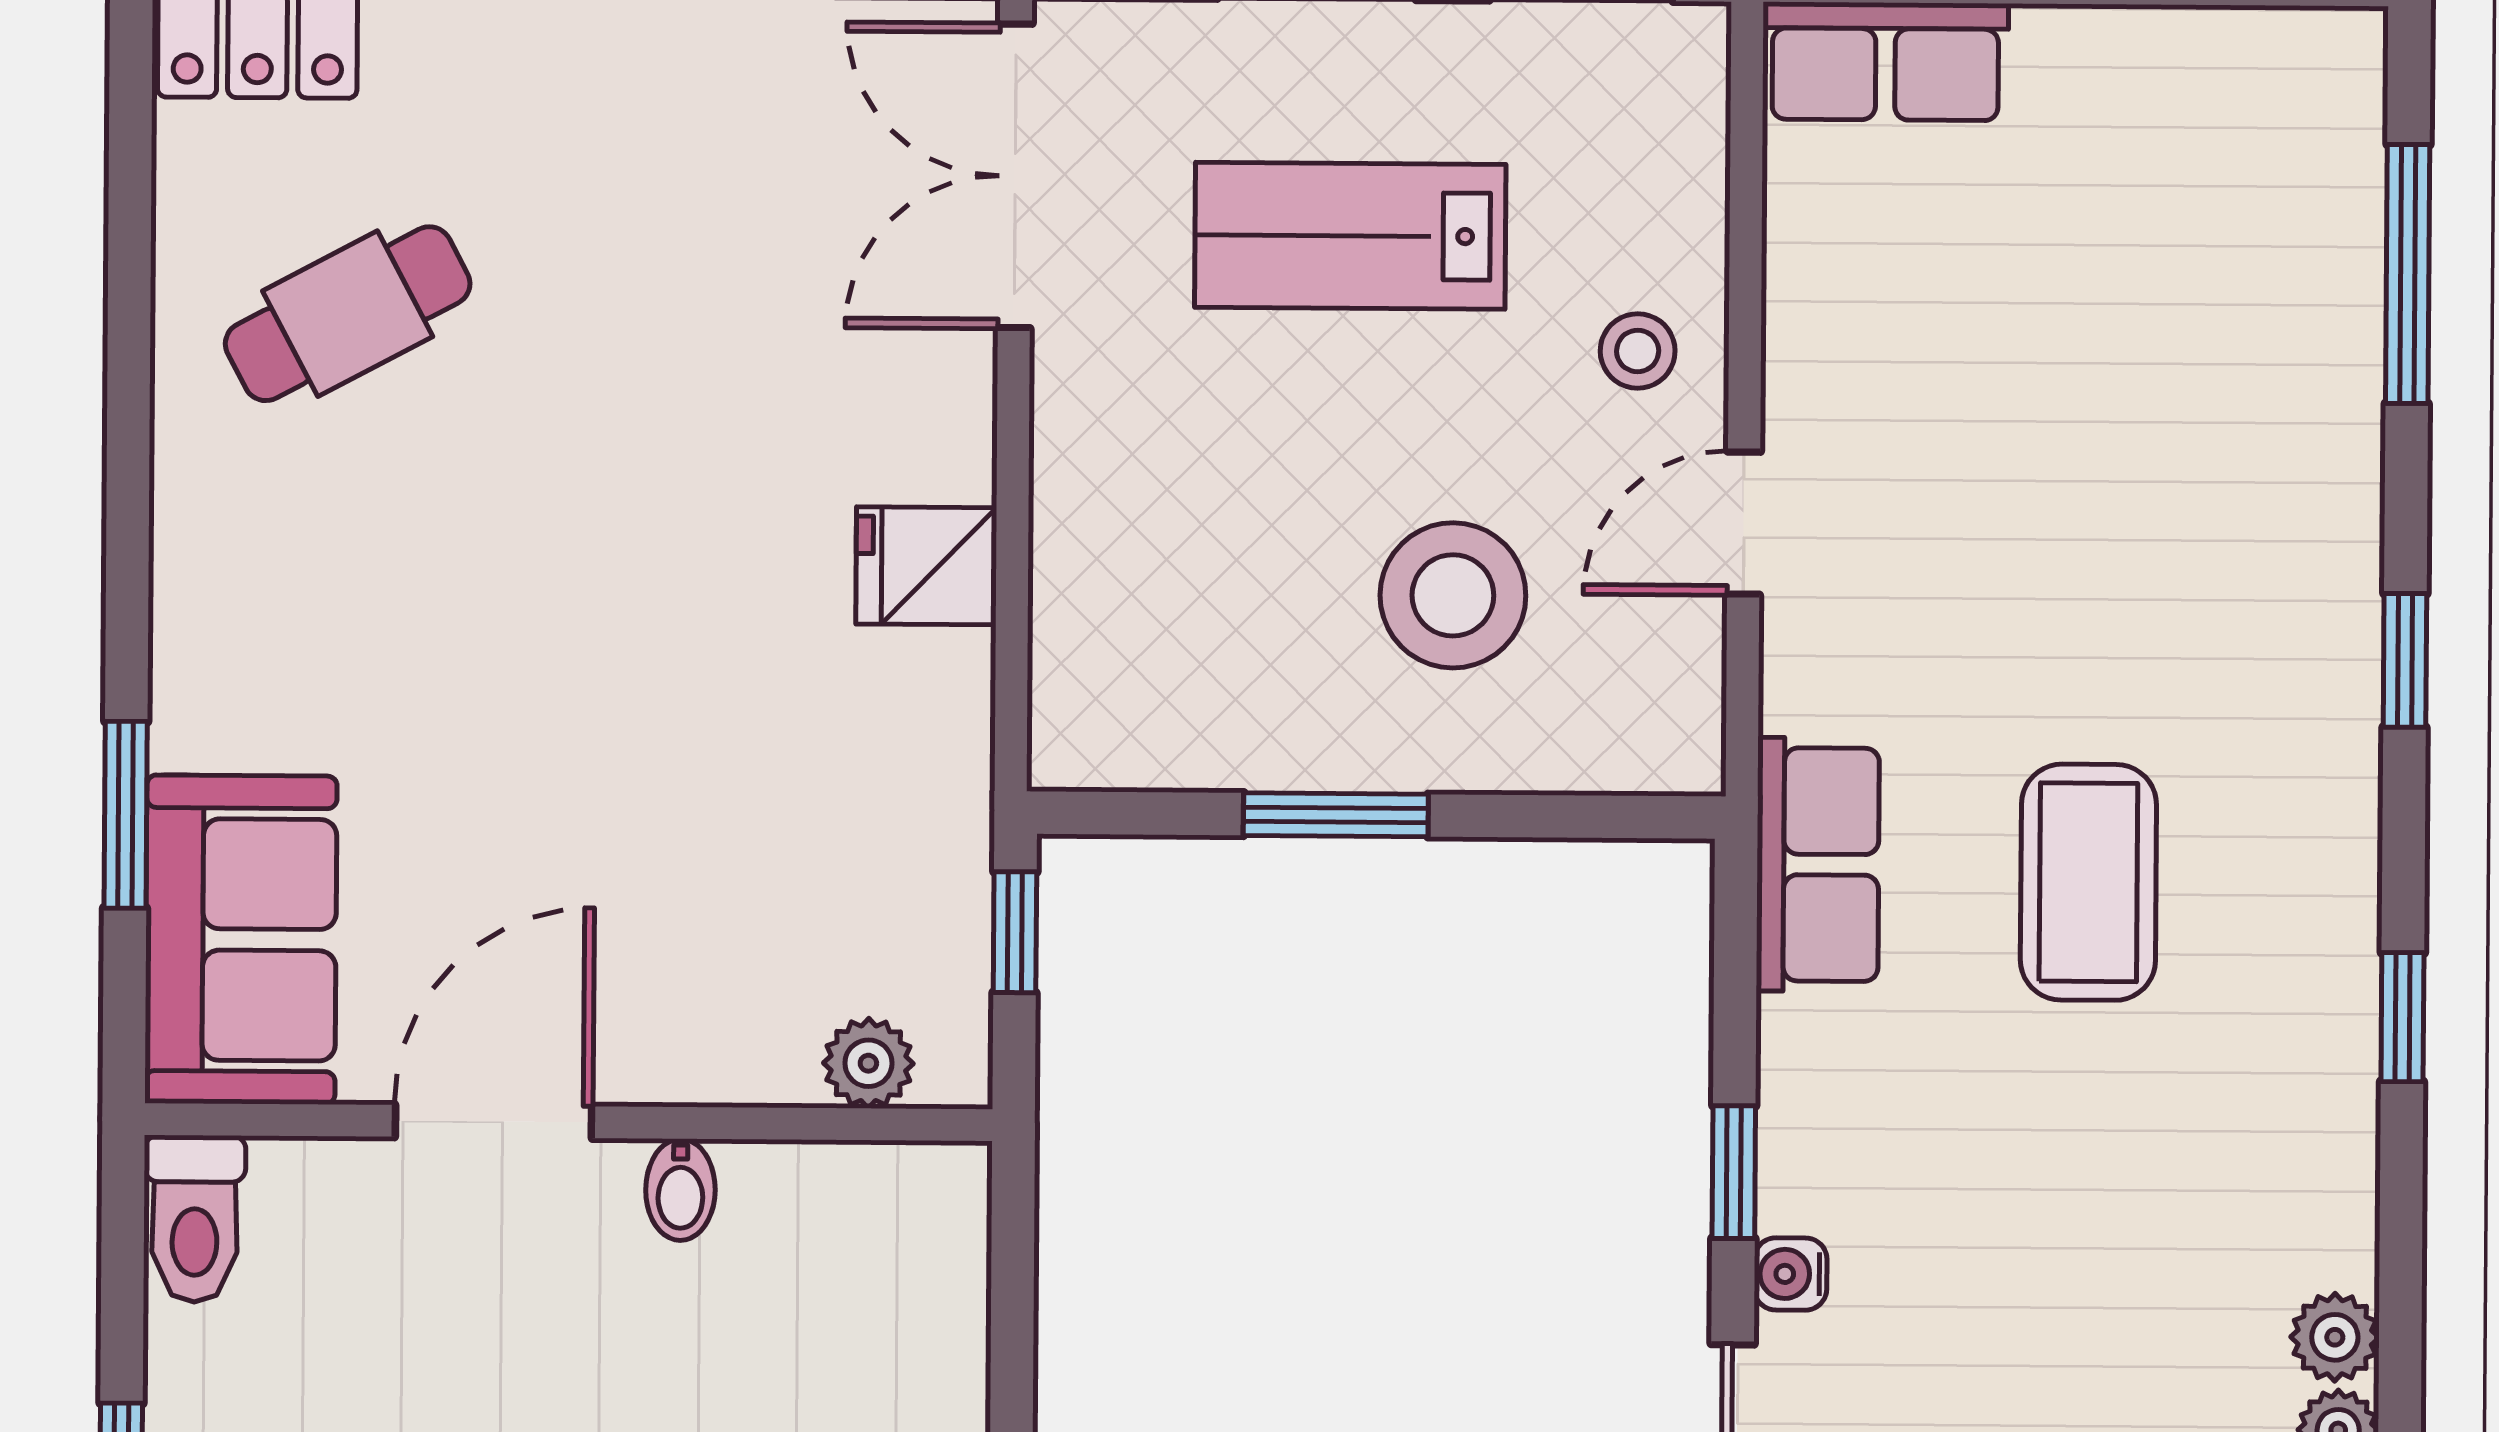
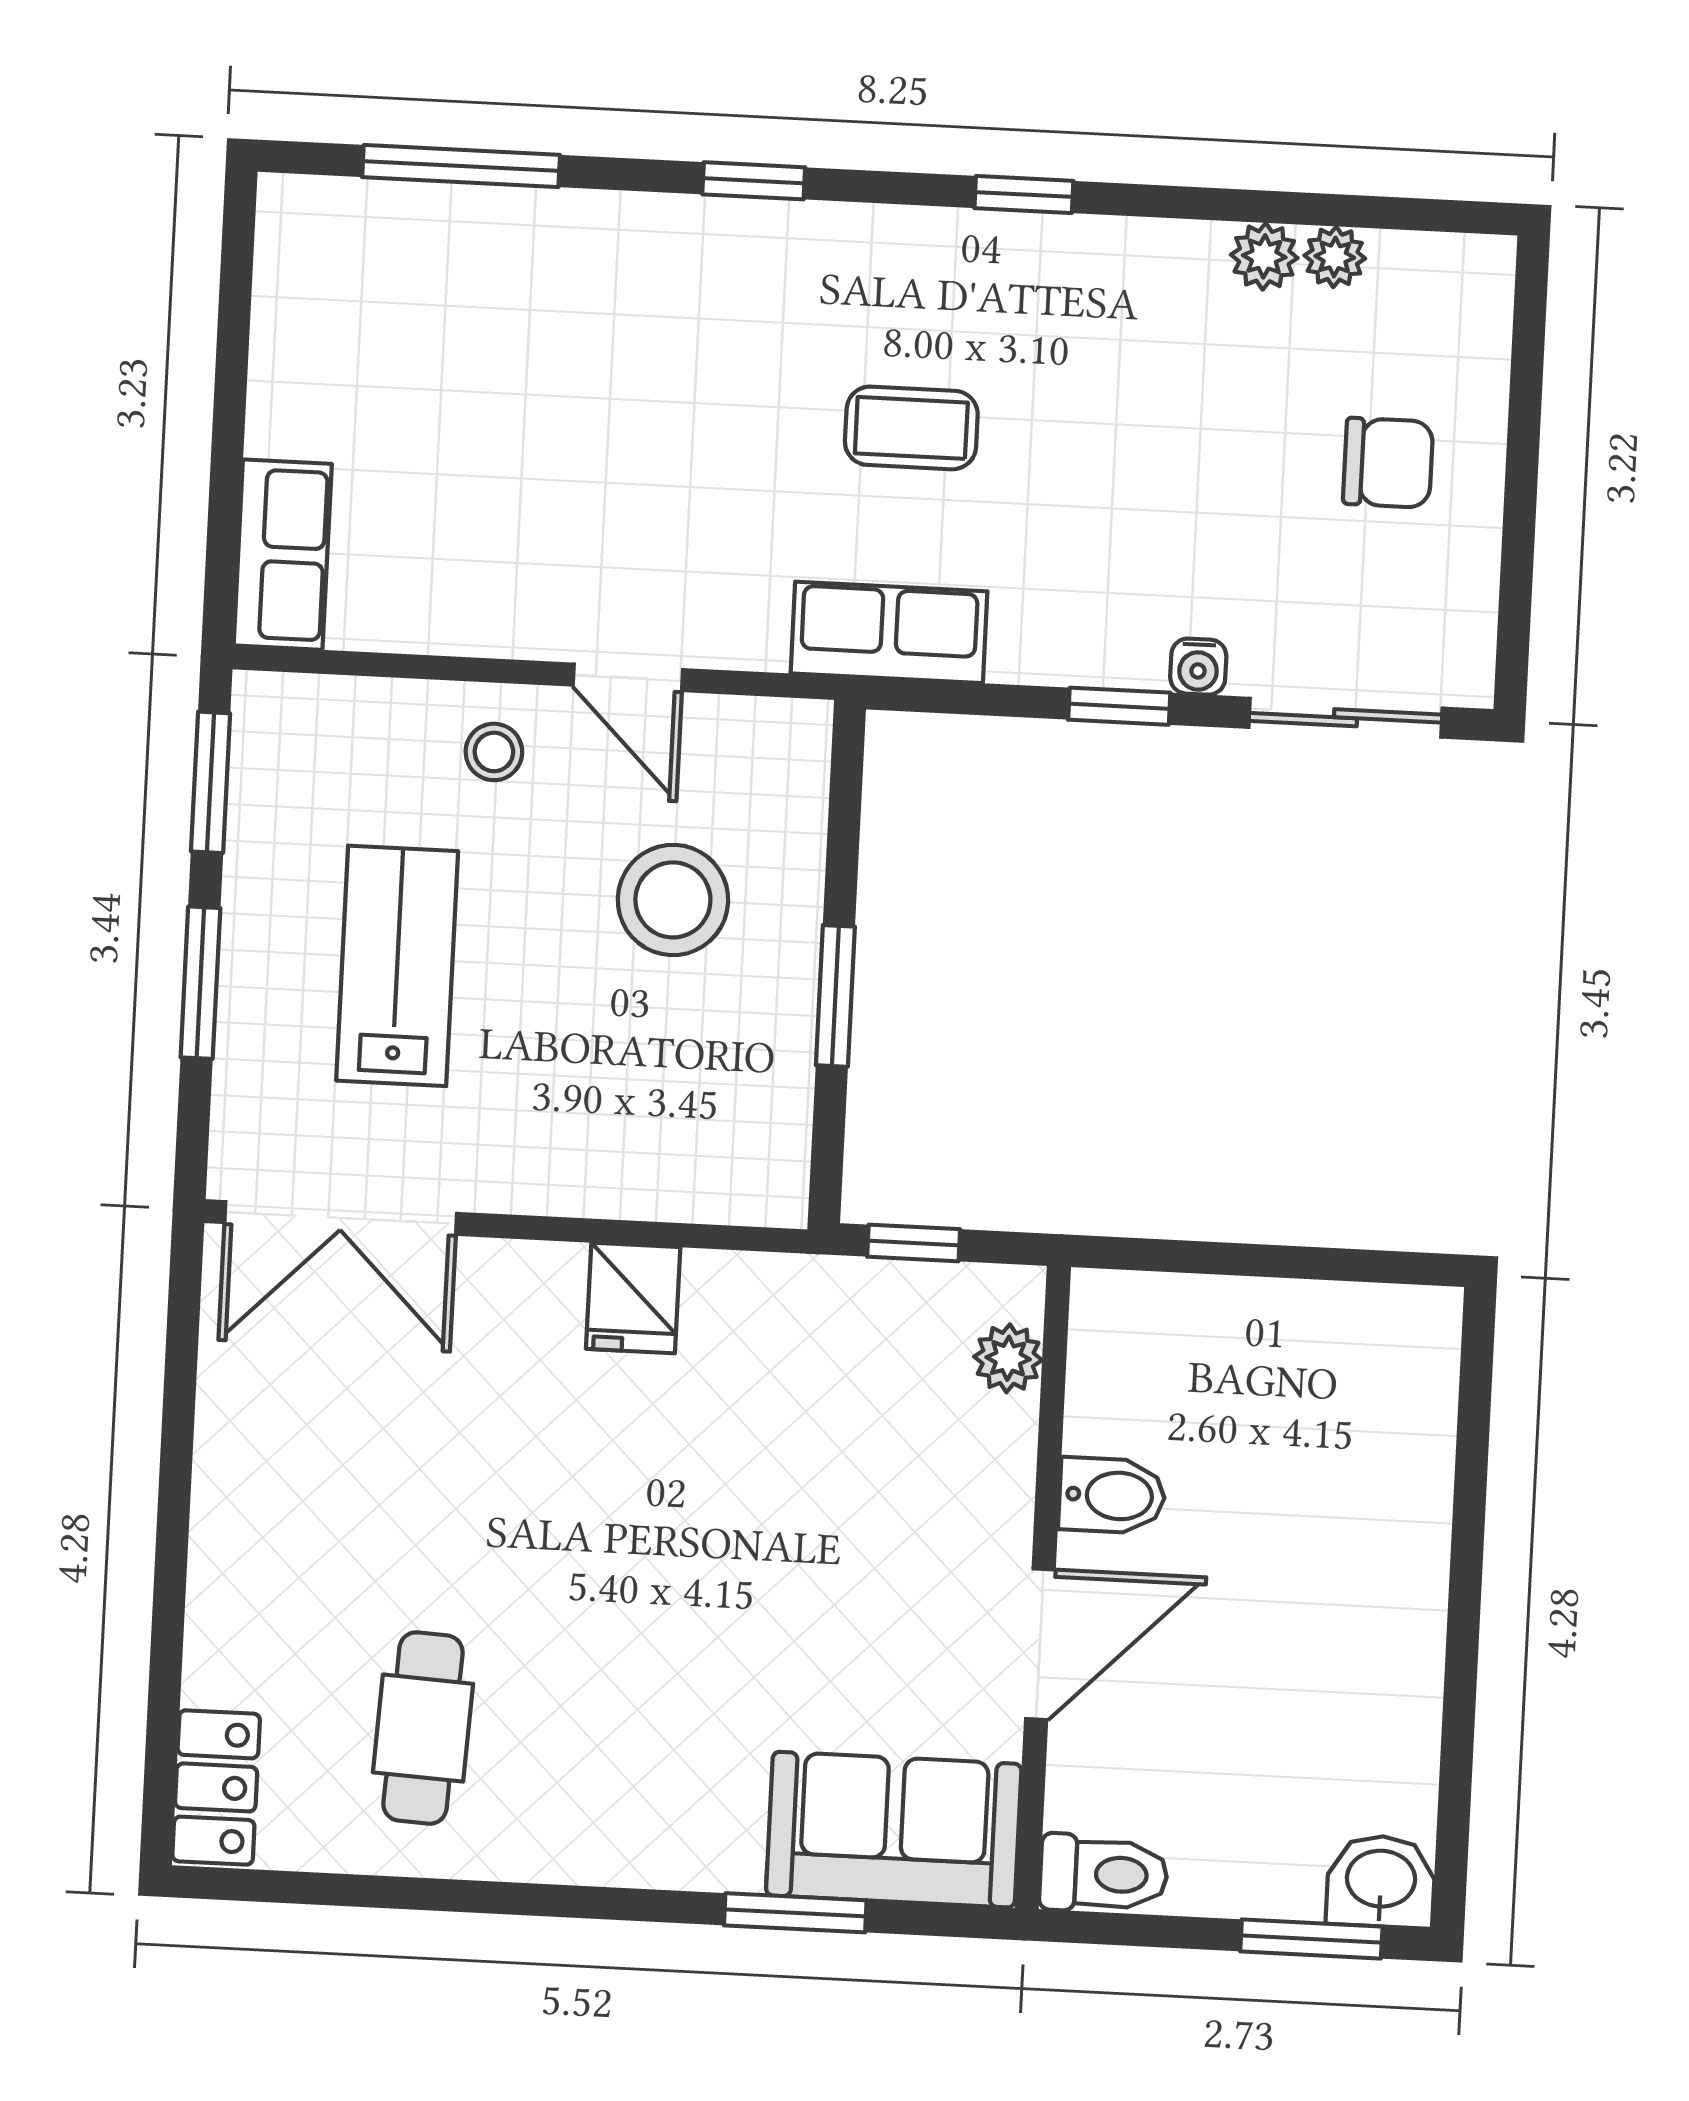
lab bench: (1350, 236) -> (397, 966), turned 180
cafe table: (348, 314) -> (423, 1728), turned 31
coffee table: (2088, 882) -> (911, 428), width x0.73, depth x0.77
door: (494, 1122) -> (1040, 1644), swing flipped
bidet: (680, 1190) -> (1112, 1496), width x1.38, depth x1.36

